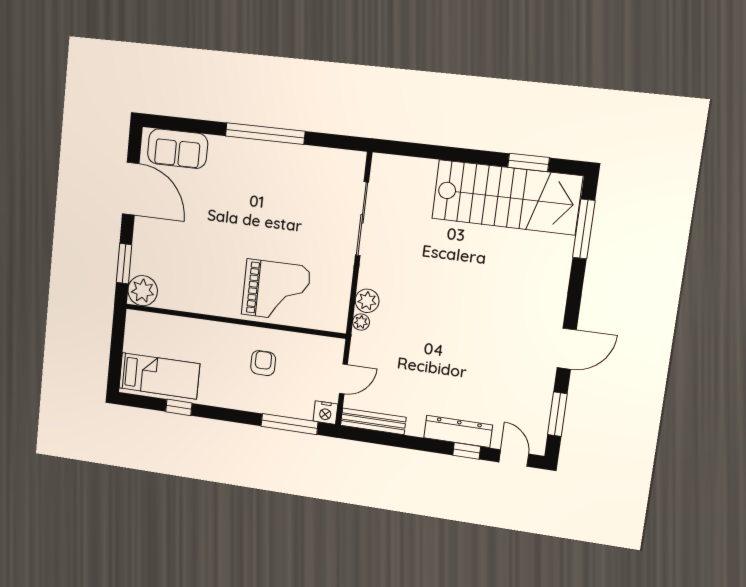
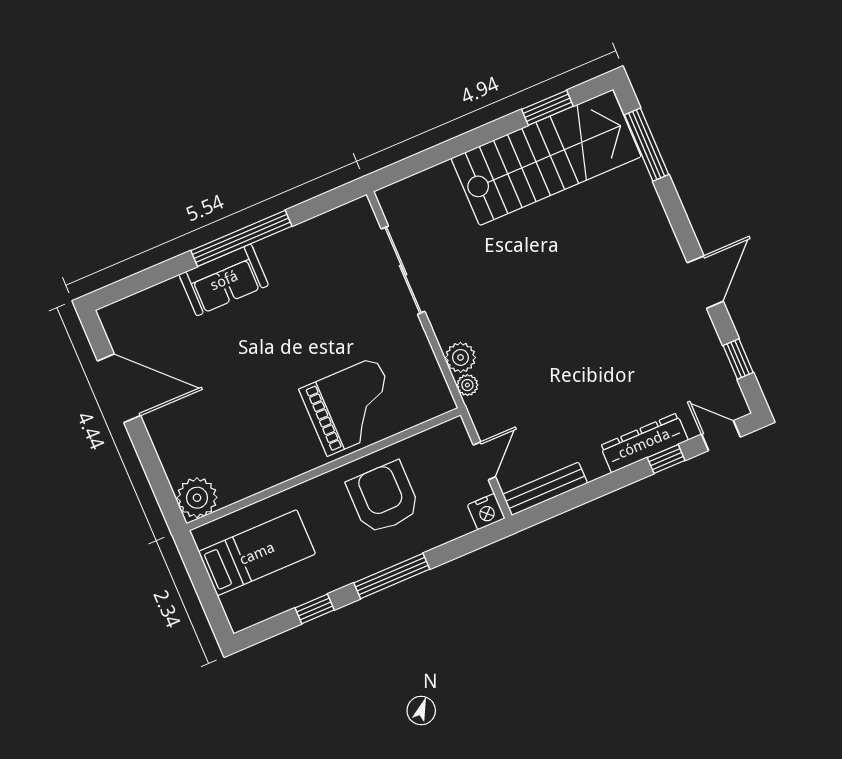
sofa: (178, 149) -> (224, 280), moved
window: (124, 264) -> (158, 479), removed
armchair: (263, 363) -> (384, 498), width x1.88, depth x1.88
bed: (159, 376) -> (257, 553), moved
window: (557, 414) -> (738, 359), width x0.67
window: (289, 424) -> (392, 576), moved

